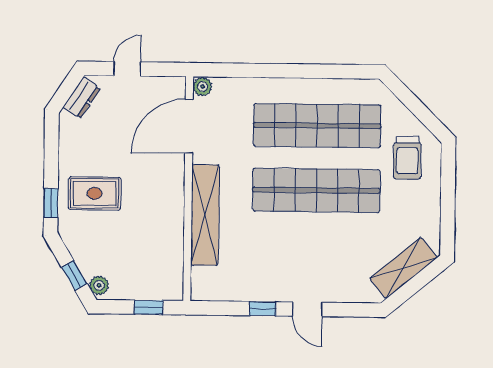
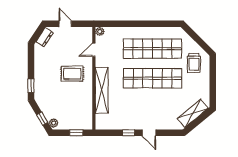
door: (127, 69) -> (65, 24), hinge flipped
door: (189, 126) -> (94, 50), width x0.53
rug: (95, 193) -> (72, 74), moved

